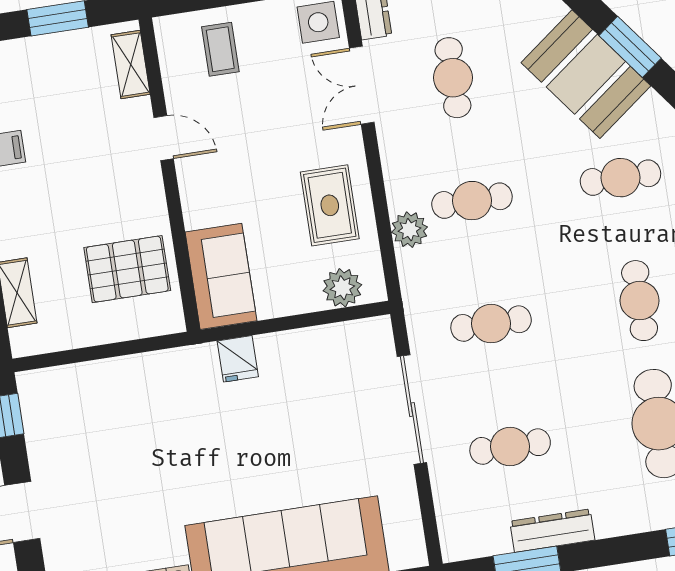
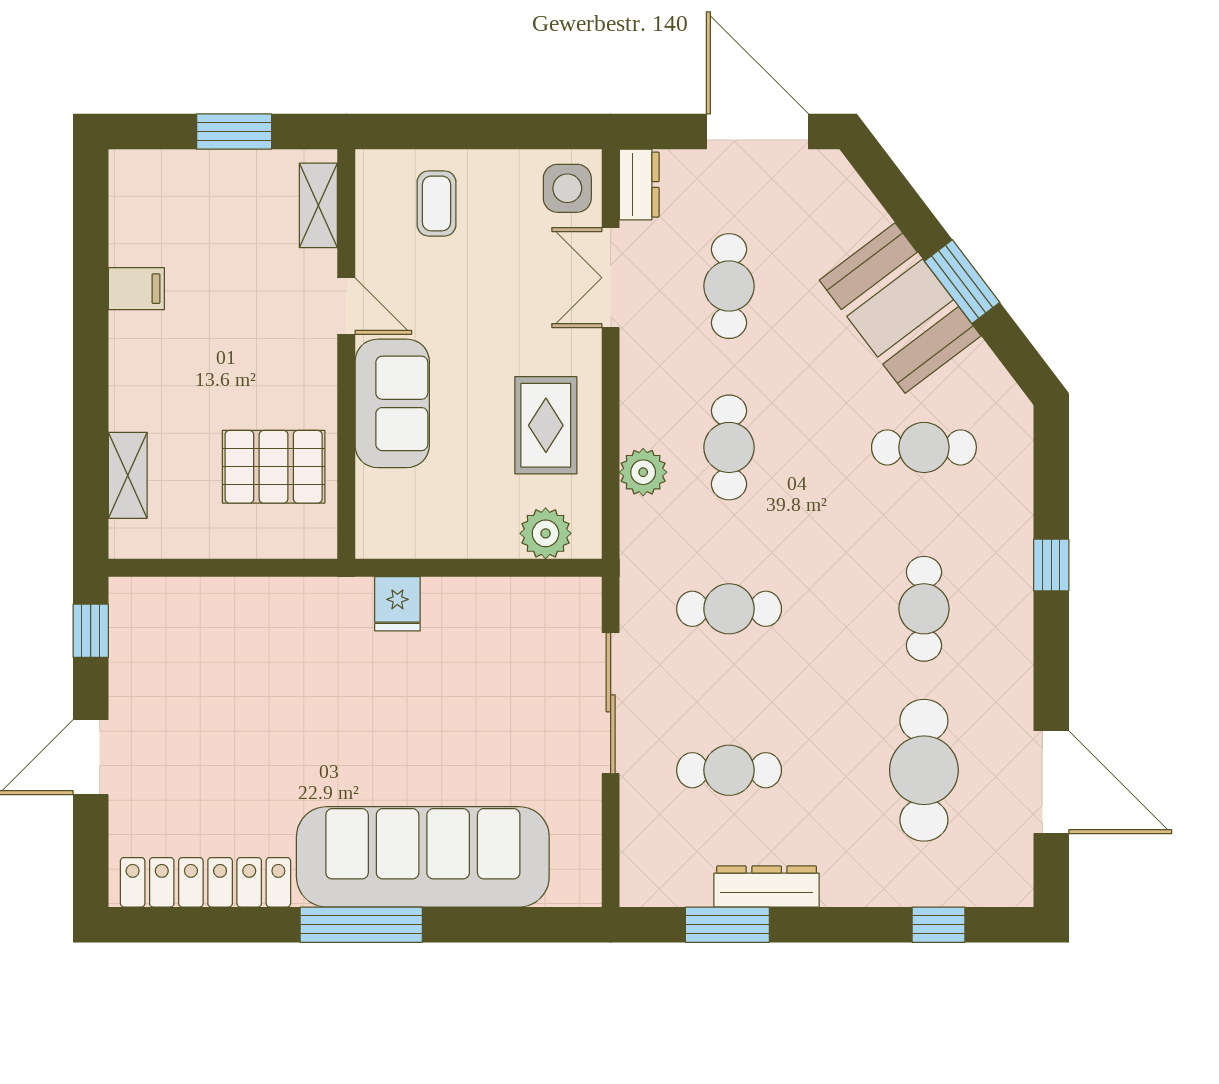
cafe table: (472, 201) -> (729, 447), turned 90
sofa: (221, 276) -> (392, 403), moved

